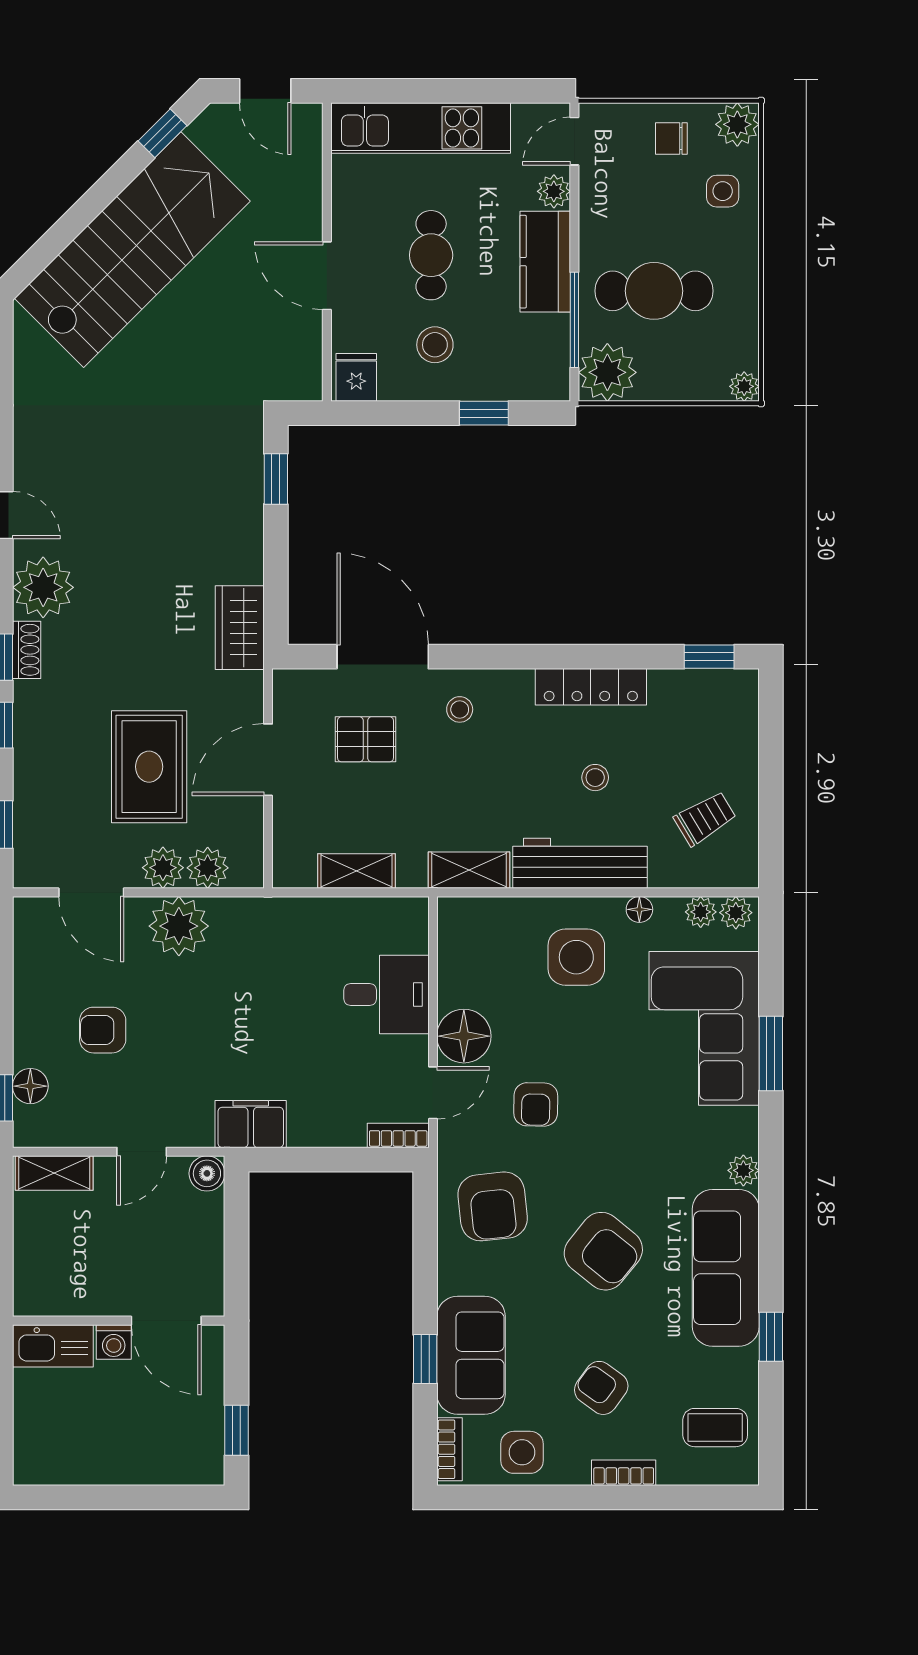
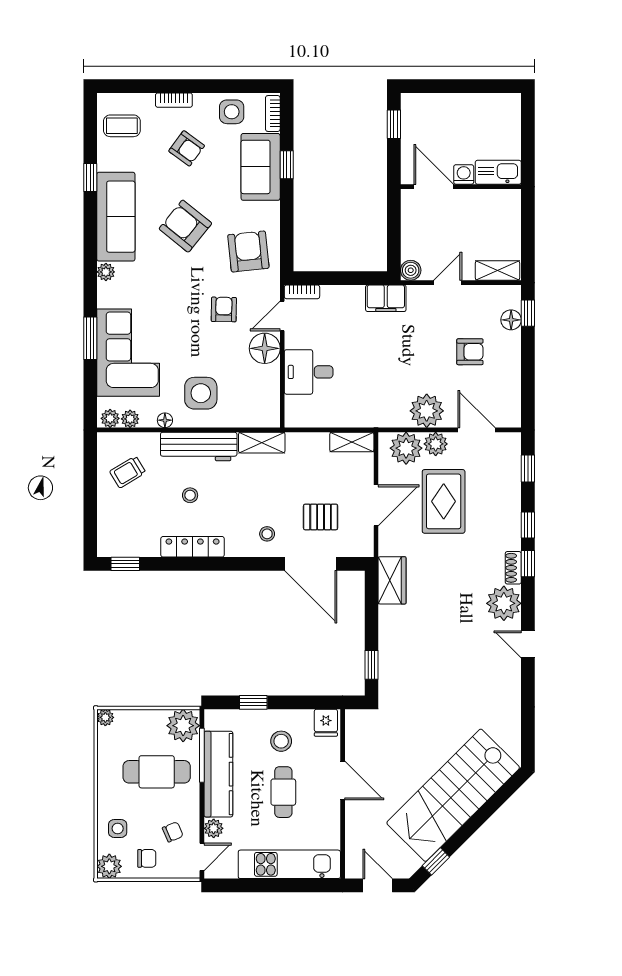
chair: (626, 185) -> (173, 832), added
kitchen counter: (545, 262) -> (218, 774), width x1.50
plant: (208, 868) -> (406, 448), width x1.36, depth x1.36
shelving: (356, 871) -> (352, 442), moved

